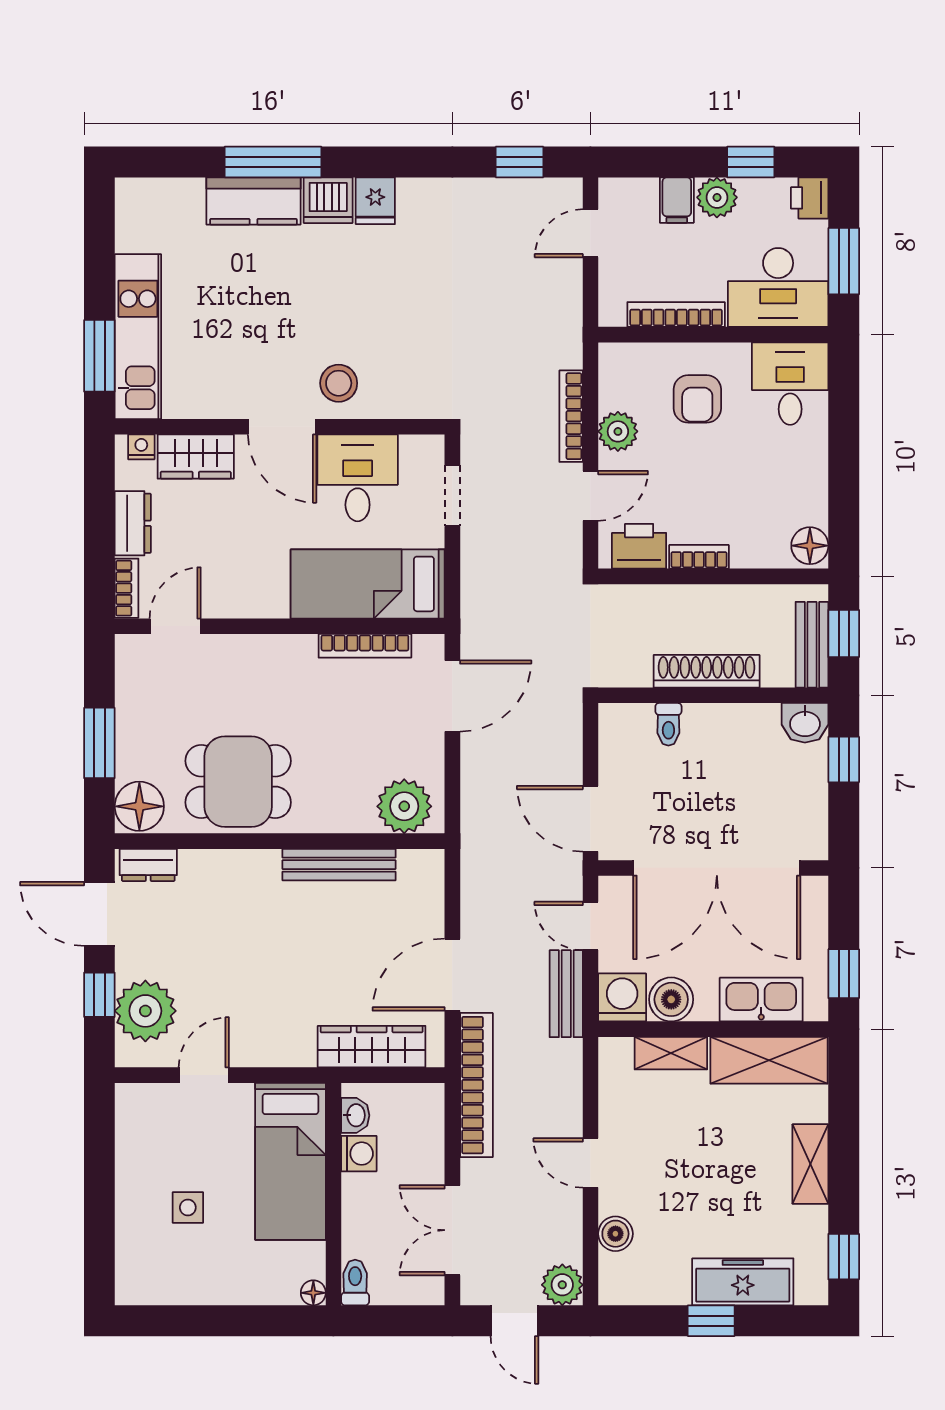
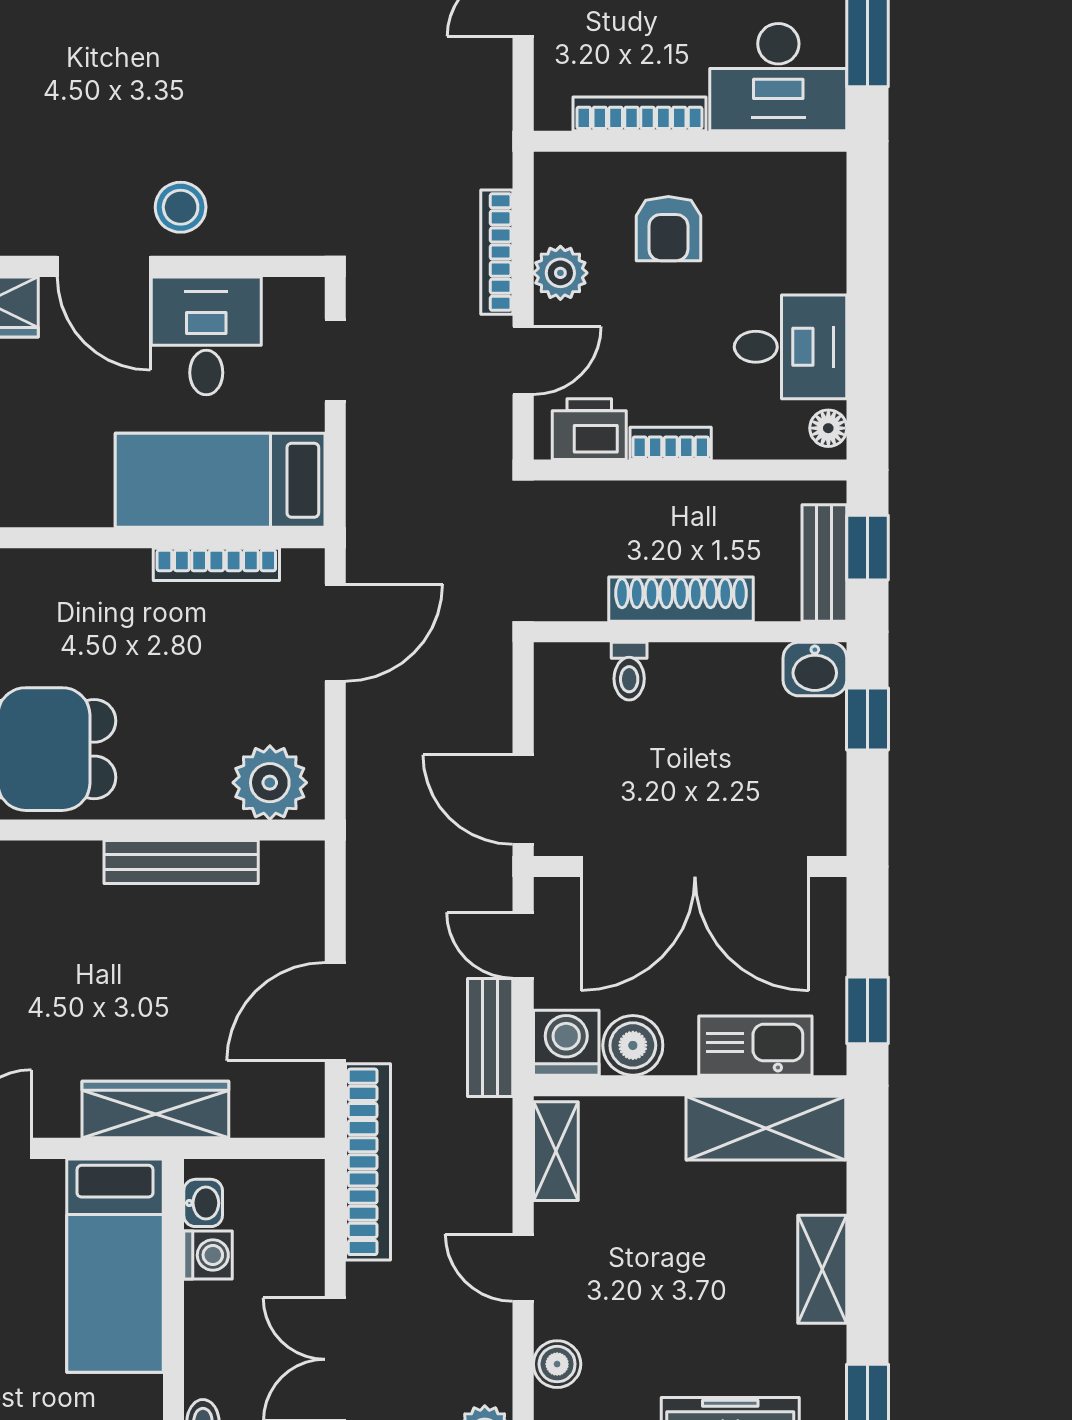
desk: (790, 384) -> (791, 347), moved, turned 90
floor lamp: (810, 546) -> (828, 428), width x0.73, depth x0.73
wardrobe: (372, 1047) -> (155, 1110), moved
shelving: (671, 1053) -> (556, 1151), moved, turned 90

